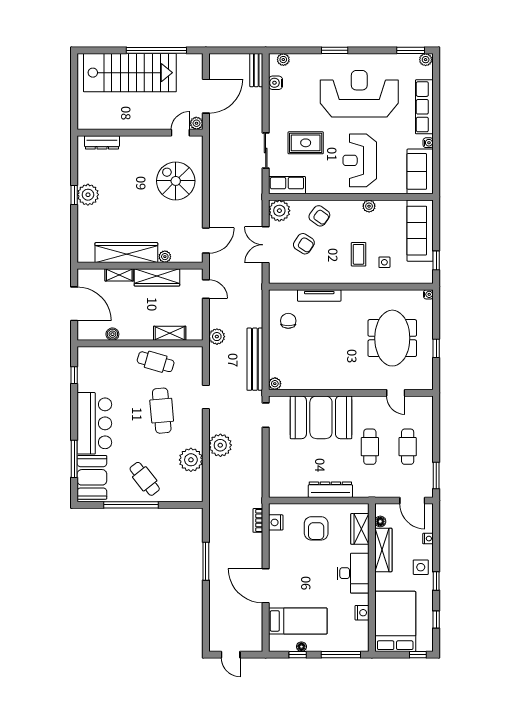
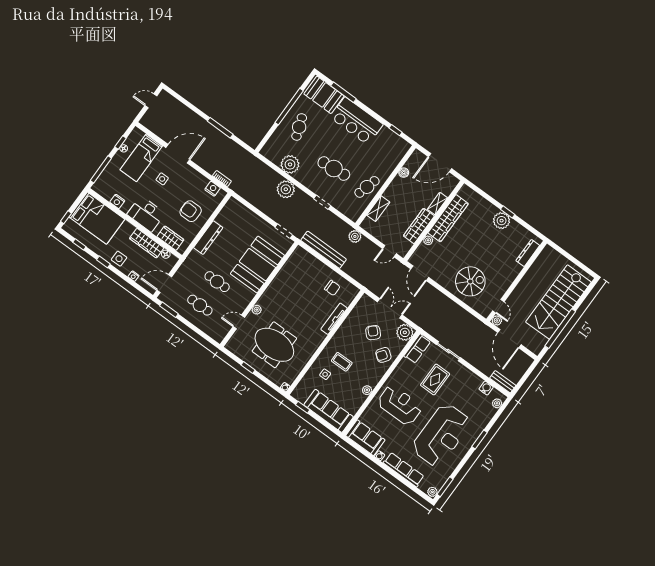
armchair: (304, 244) -> (373, 333), turned 103
plant: (275, 384) -> (257, 310), moved
cafe table: (145, 479) -> (299, 127), turned -72
side table: (304, 583) -> (162, 179), added

